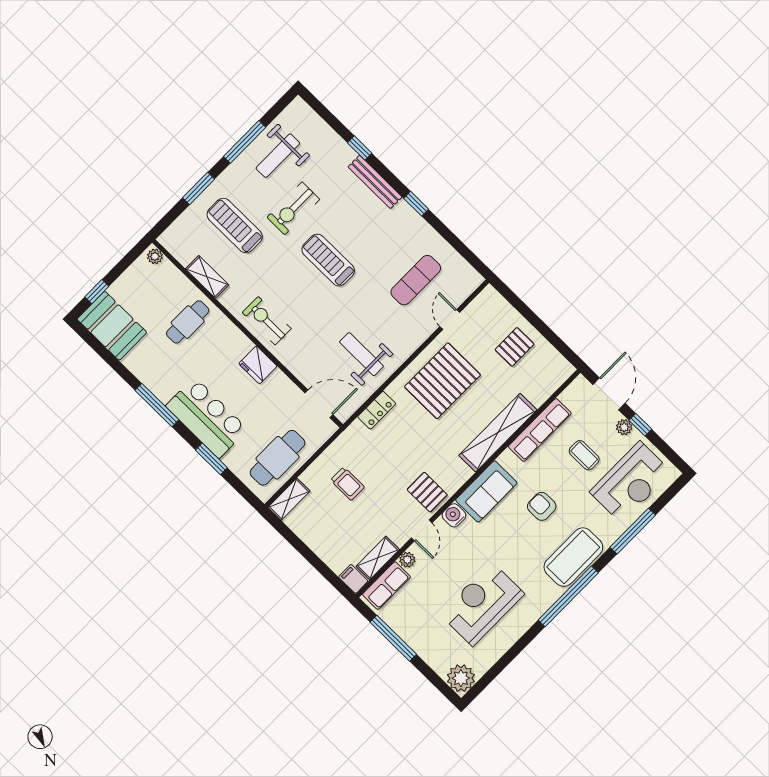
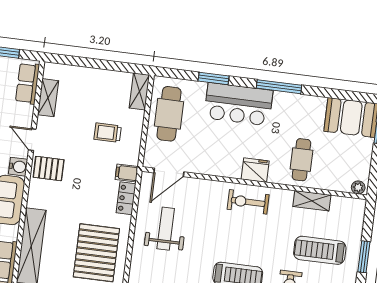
treadmill: (235, 226) -> (320, 250), turned 180
exercise bike: (267, 321) -> (248, 202), turned 180
weight bench: (361, 354) -> (166, 229), turned -90
fridge: (258, 365) -> (255, 170), moved
plant: (407, 560) -> (27, 112), removed
filing cabinet: (353, 579) -> (127, 173), moved, turned 180

